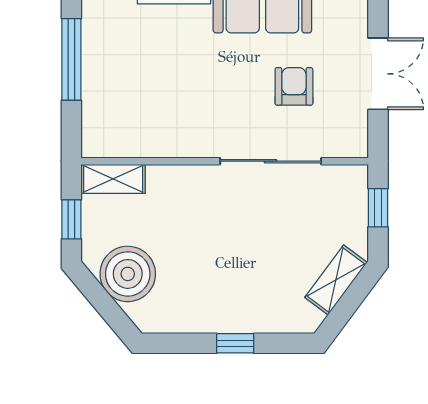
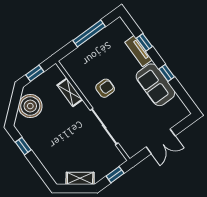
armchair: (294, 86) -> (105, 88), moved
shelving: (113, 179) -> (70, 92), moved
window: (235, 343) -> (23, 146), moved

